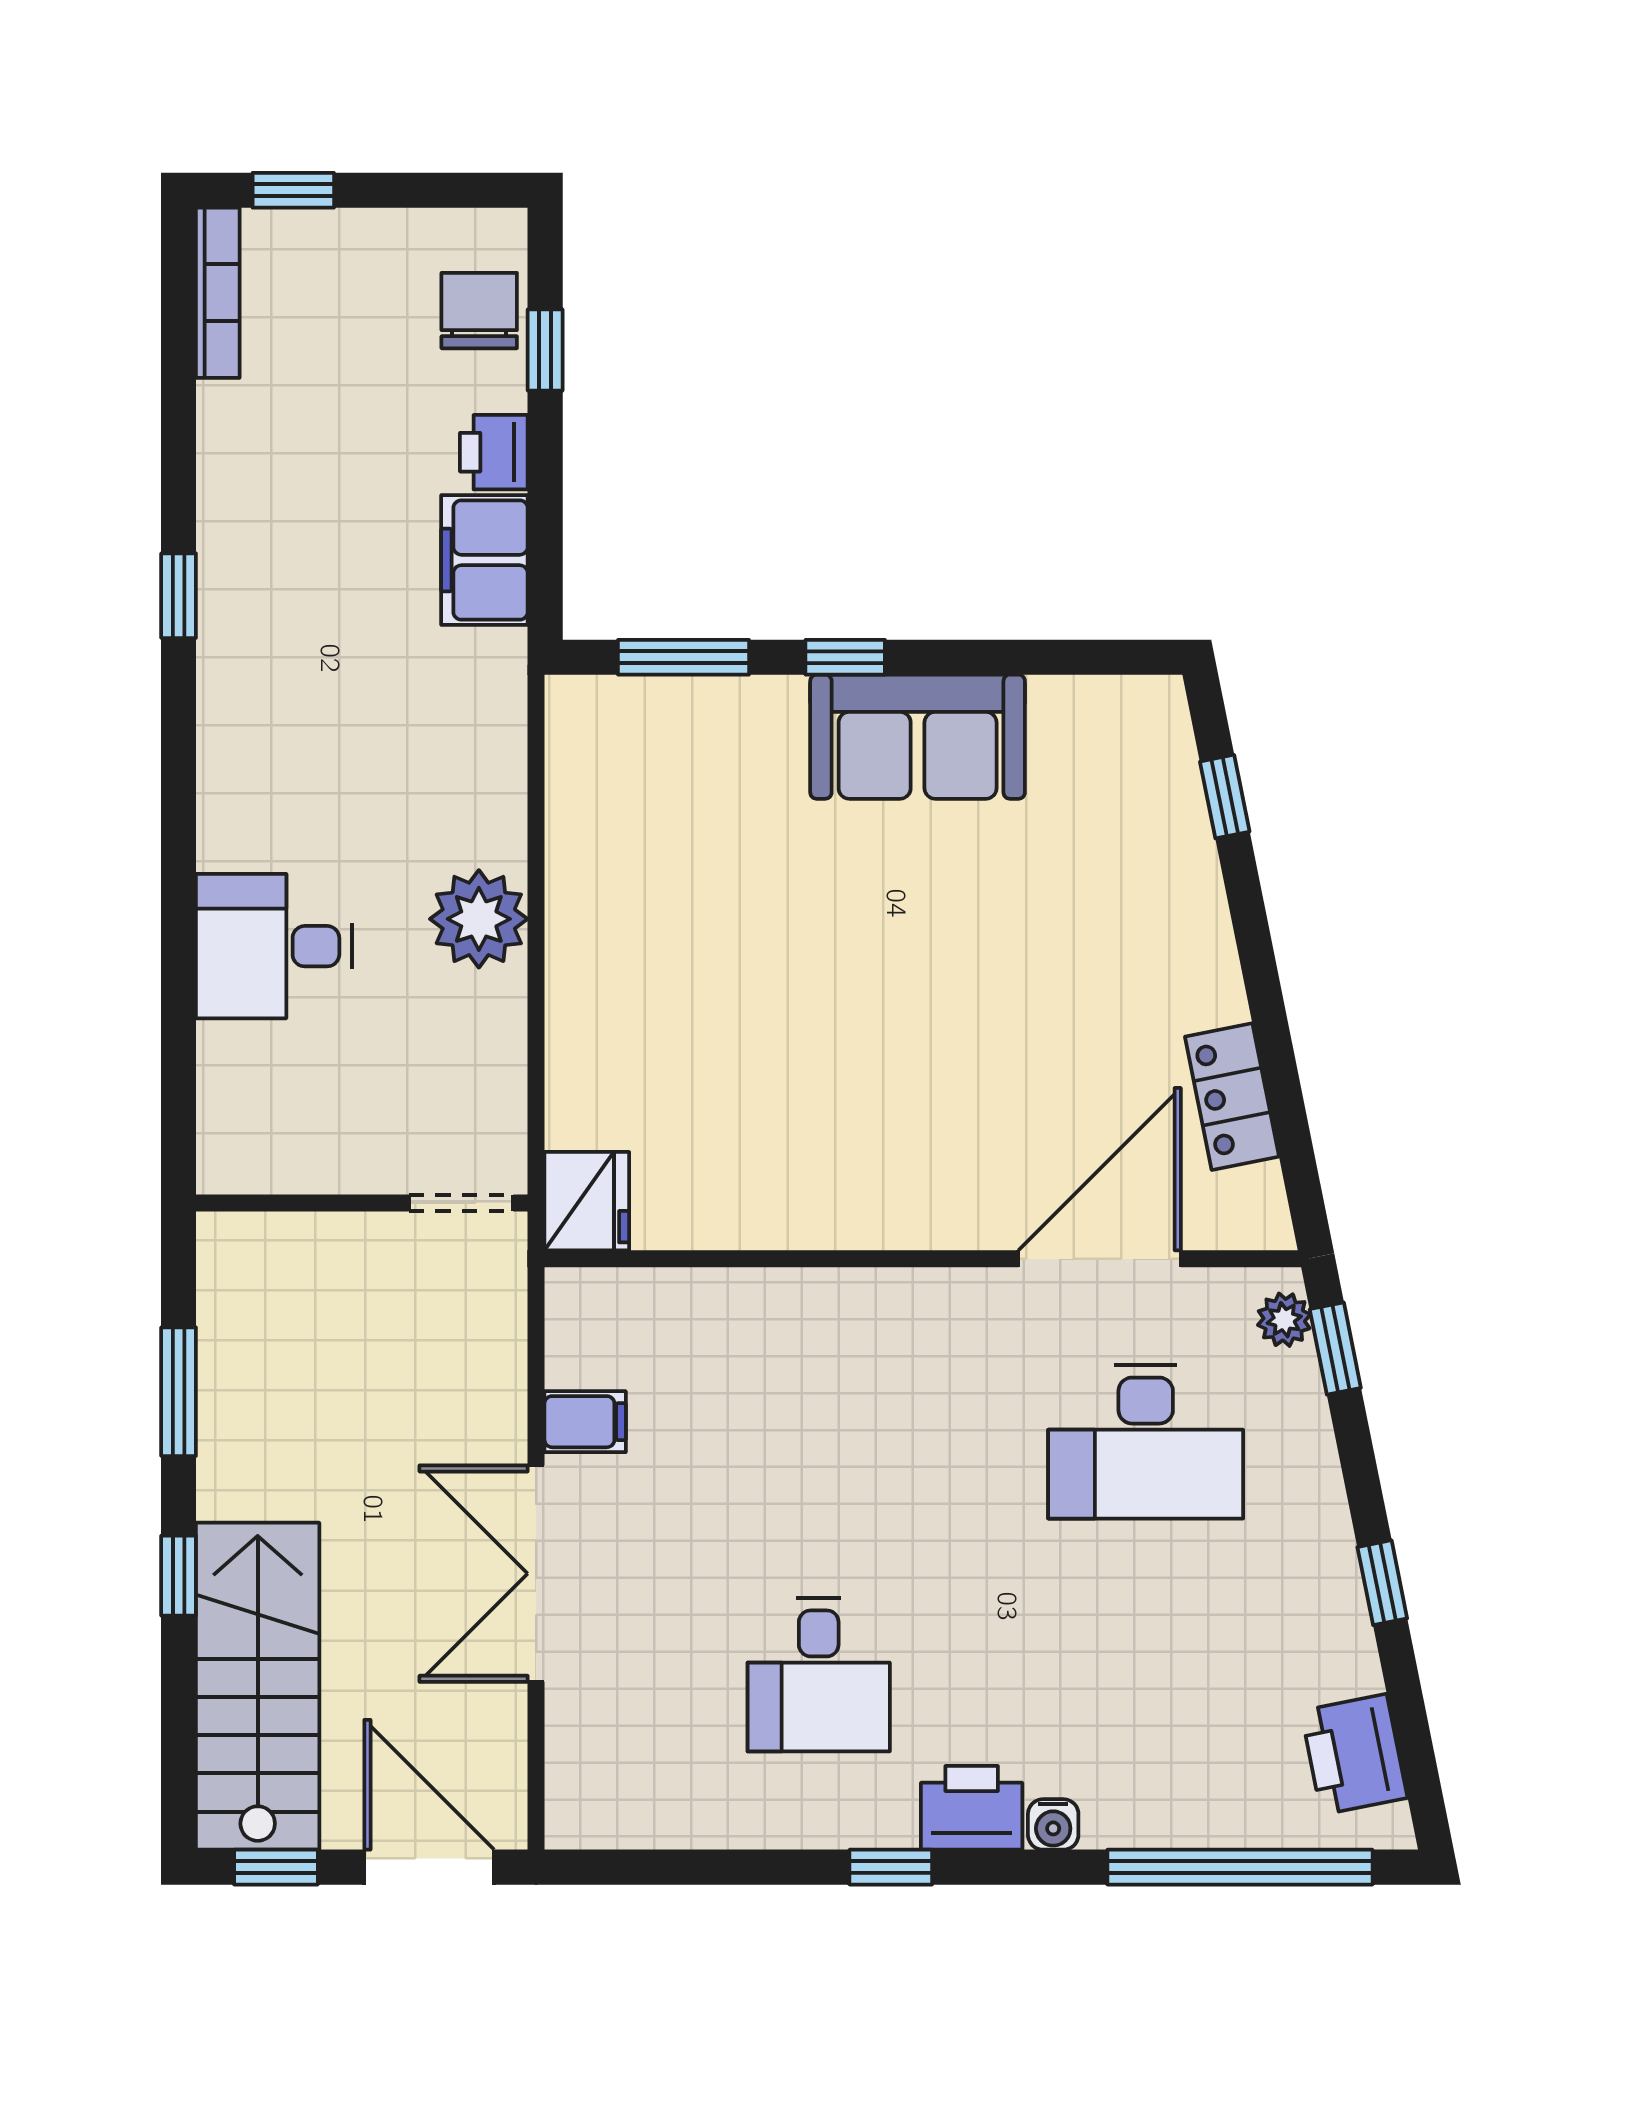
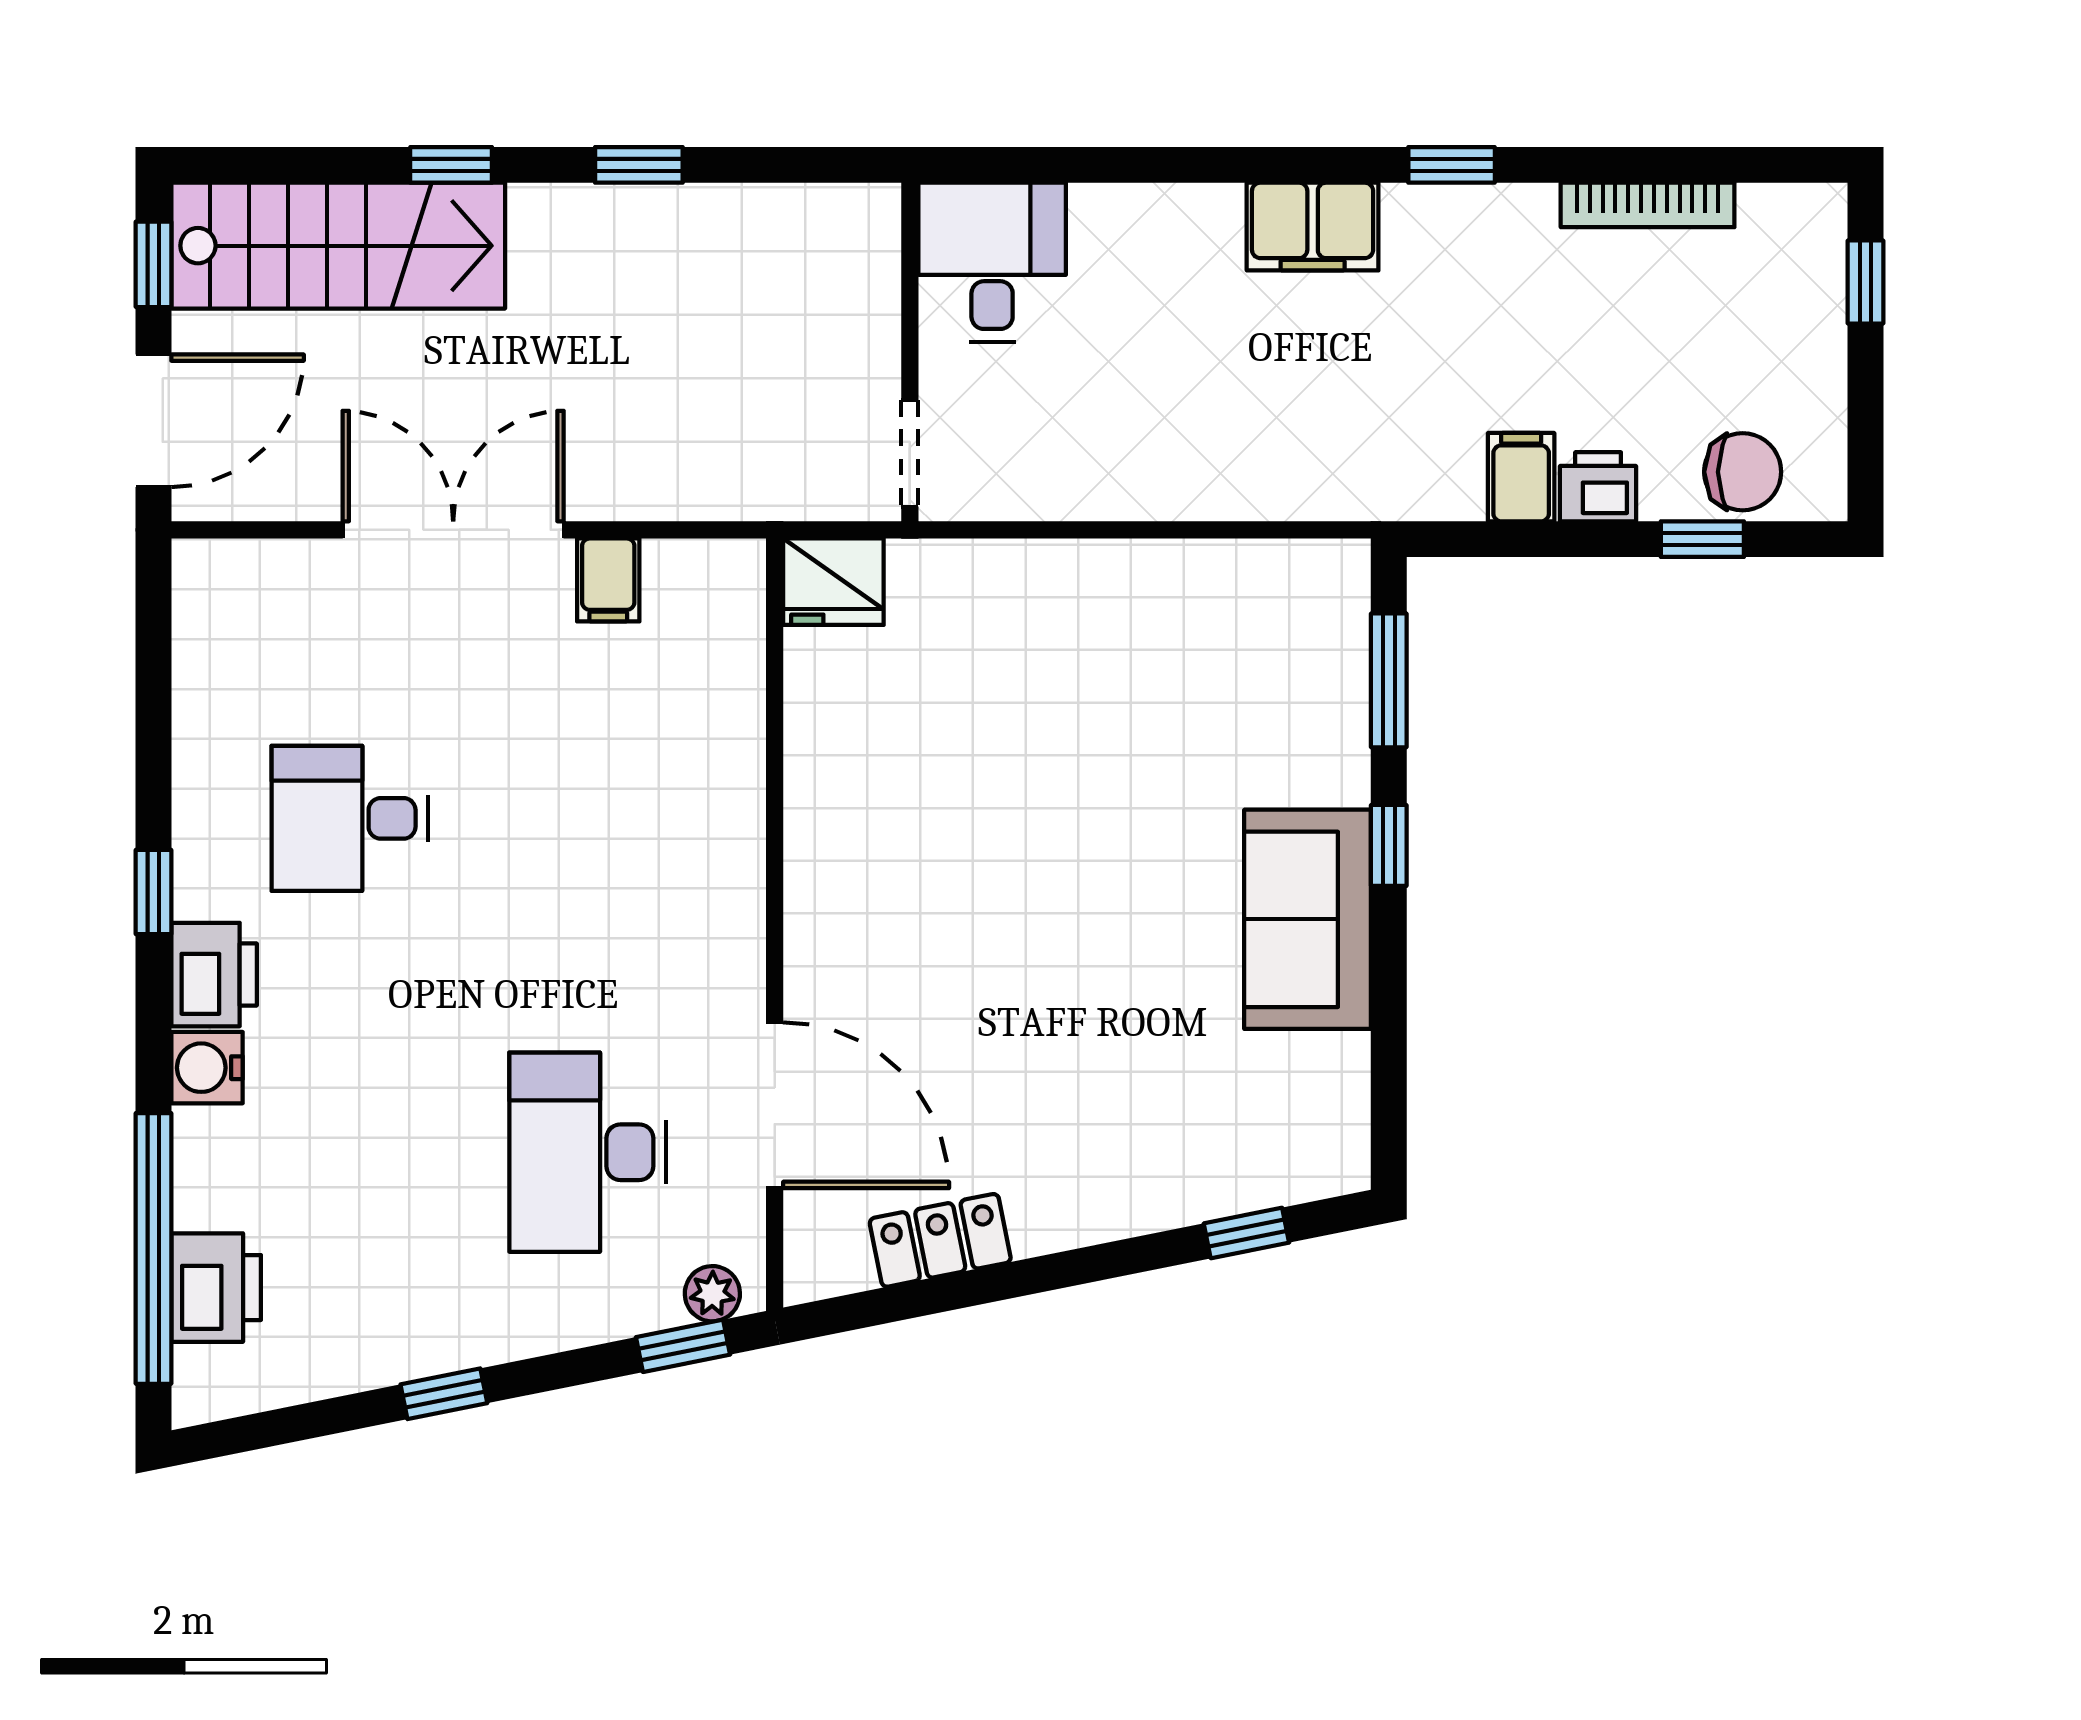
bookcase: (218, 293) -> (1648, 205), moved
filing cabinet: (484, 560) -> (1521, 477), width x0.50
filing cabinet: (239, 732) -> (1313, 227), added
plant: (479, 919) -> (1122, 471), removed
desk: (274, 946) -> (992, 262), moved
wall: (362, 1203) -> (910, 352), moved
doorway: (461, 1203) -> (910, 453), moved
window: (179, 1392) -> (639, 165), width x0.67
printer: (1354, 1754) -> (216, 1288), moved, turned 101
water cooler: (1053, 1824) -> (207, 1068), width x1.38, depth x1.38

